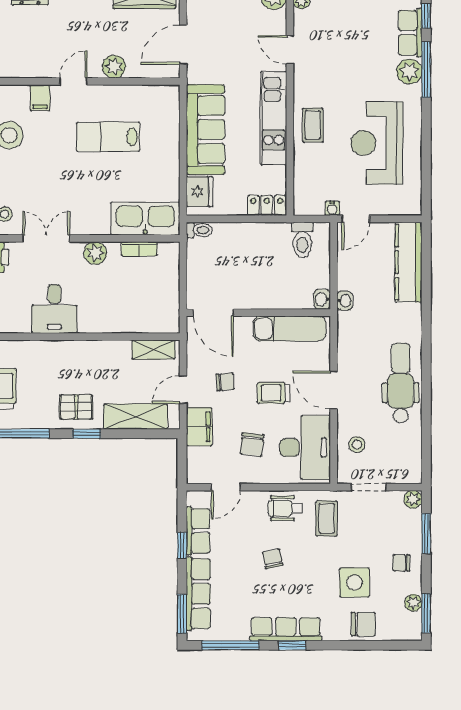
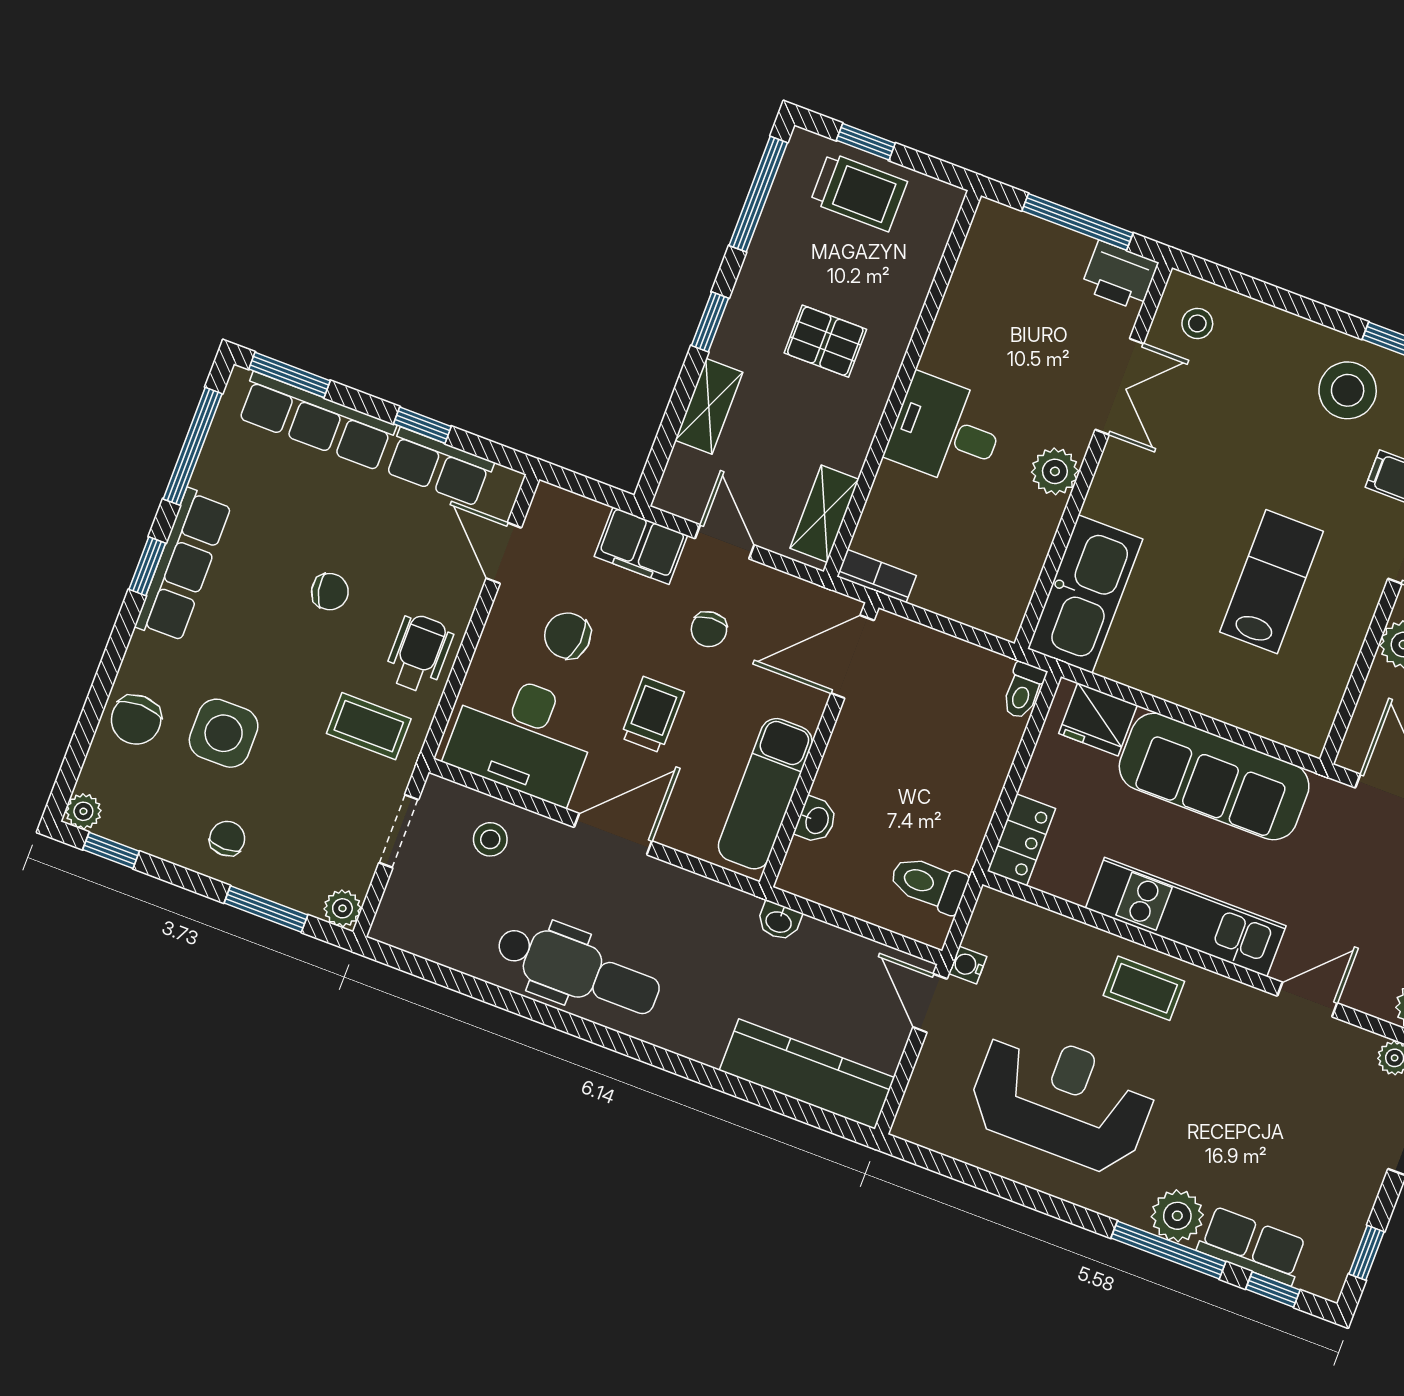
bookcase: (139, 249) -> (876, 576), moved, turned 90
washbasin: (322, 299) -> (816, 820), moved, turned 90
desk: (54, 309) -> (946, 431), moved
pallet: (76, 407) -> (825, 341), moved, turned 90
shelving: (135, 417) -> (709, 406), width x0.67, depth x0.75
plant: (413, 603) -> (83, 811), moved
window: (426, 613) -> (111, 850), width x0.67

